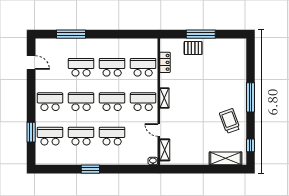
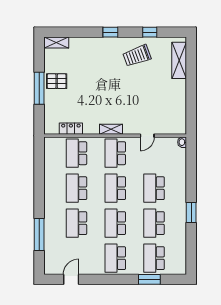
pallet: (193, 48) -> (57, 81), moved, turned 90
window: (250, 97) -> (110, 32), width x0.46
window: (250, 145) -> (150, 32), moved
shelving: (165, 150) -> (56, 43), moved

